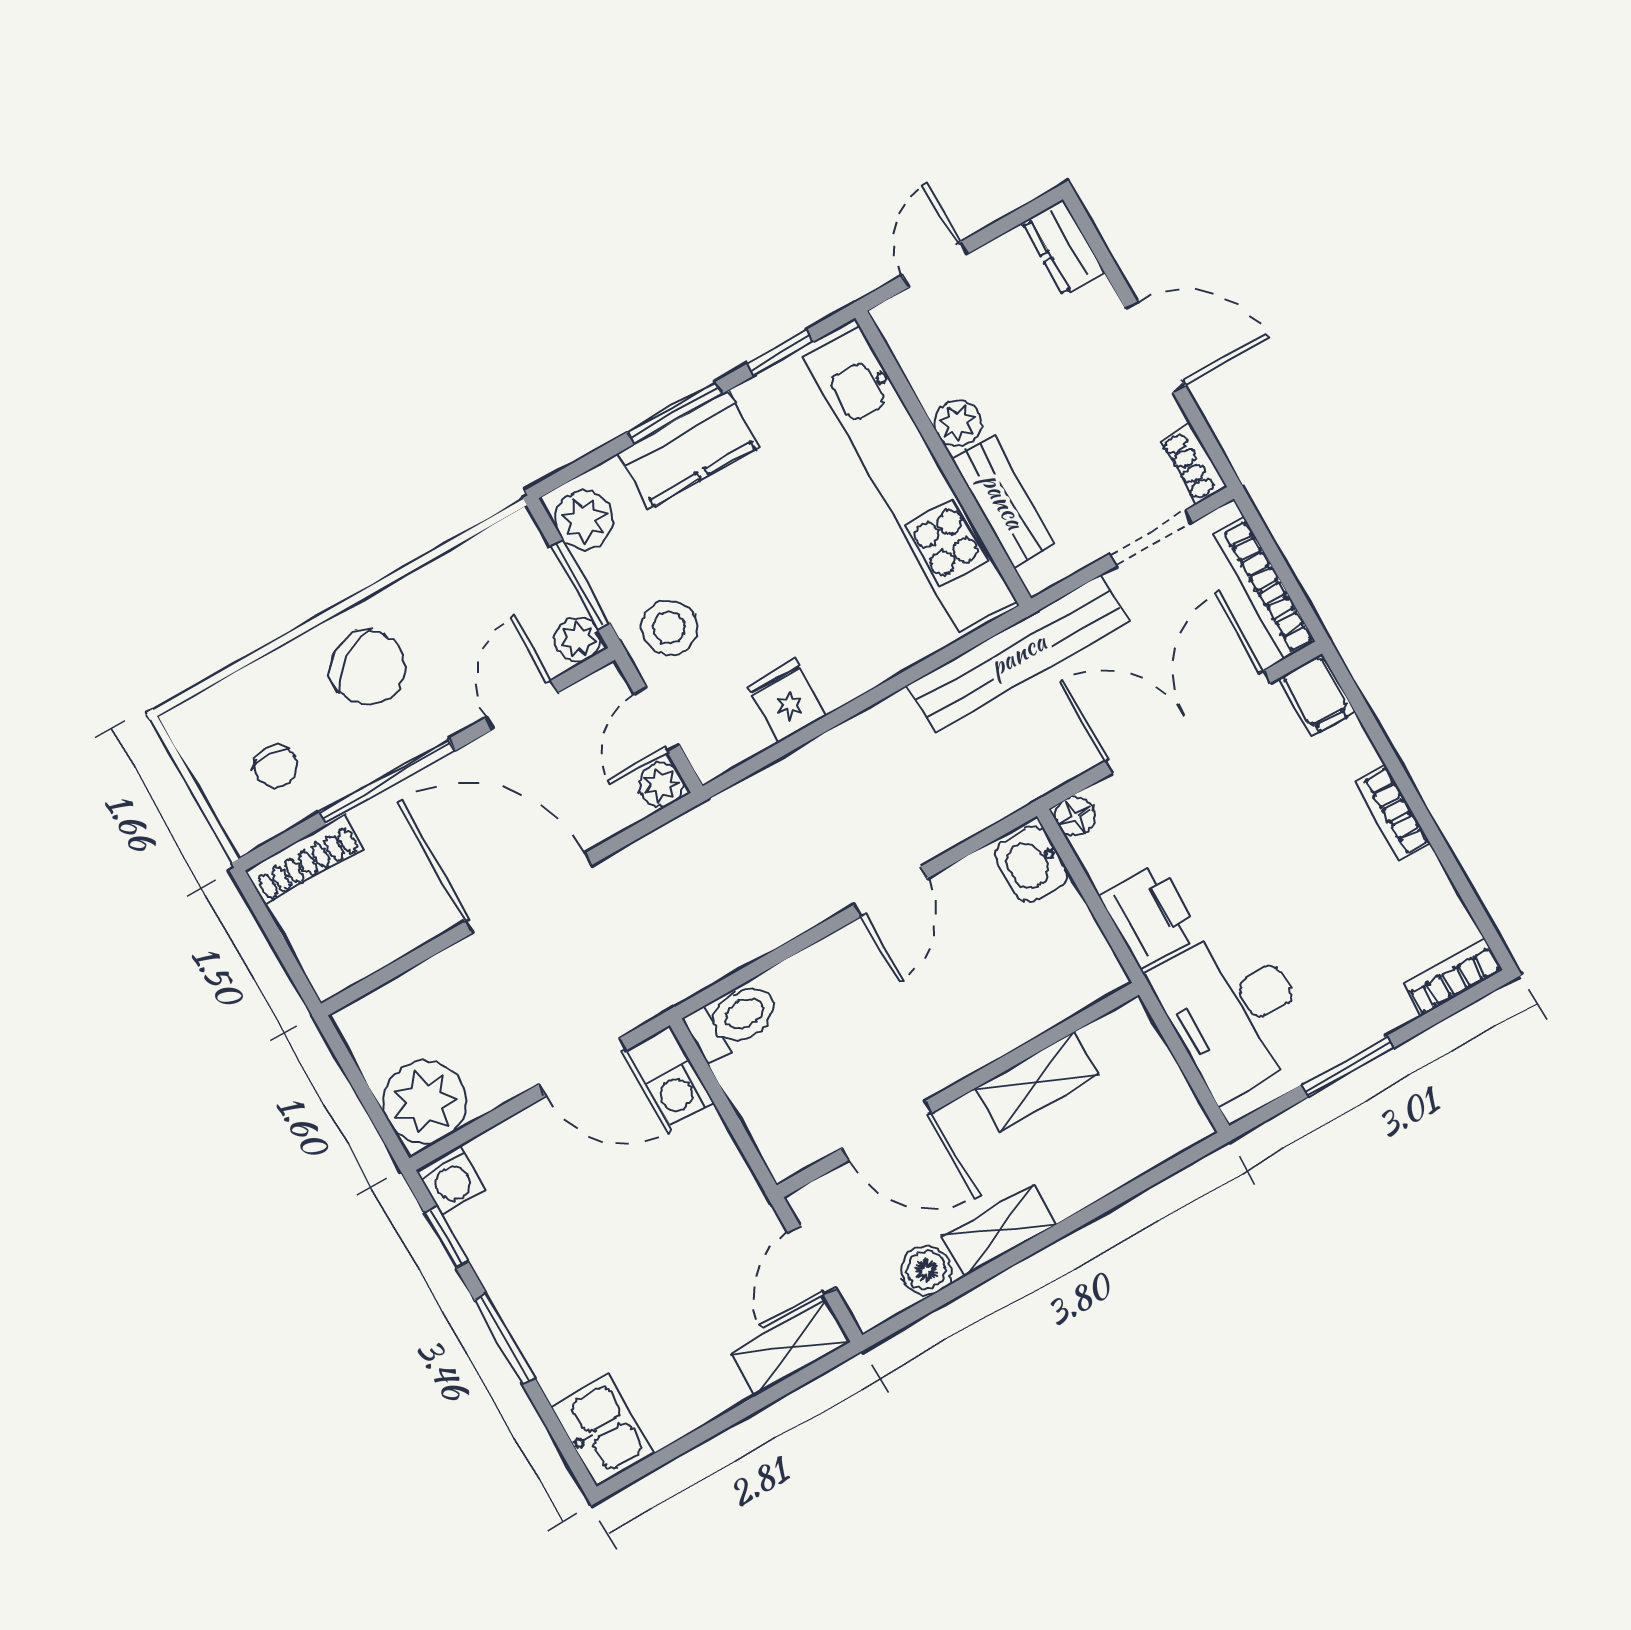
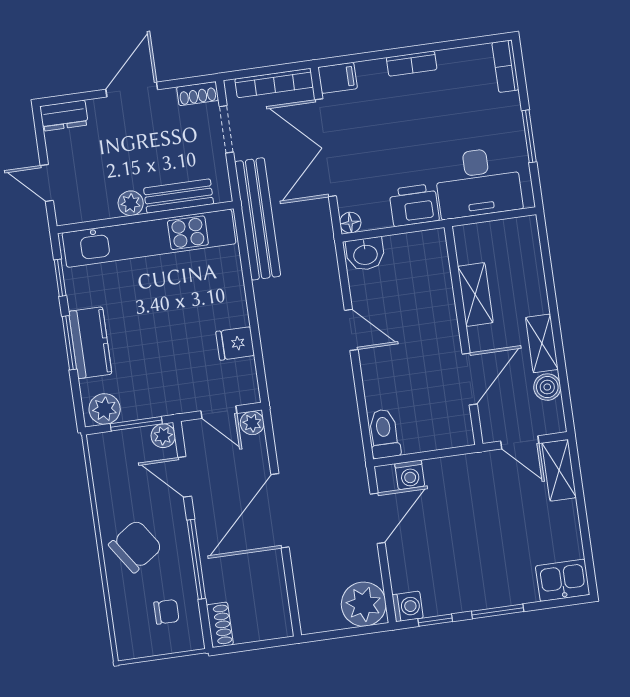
stool: (669, 628) -> (175, 388), removed
shoe rack: (305, 859) -> (220, 625), width x0.70

